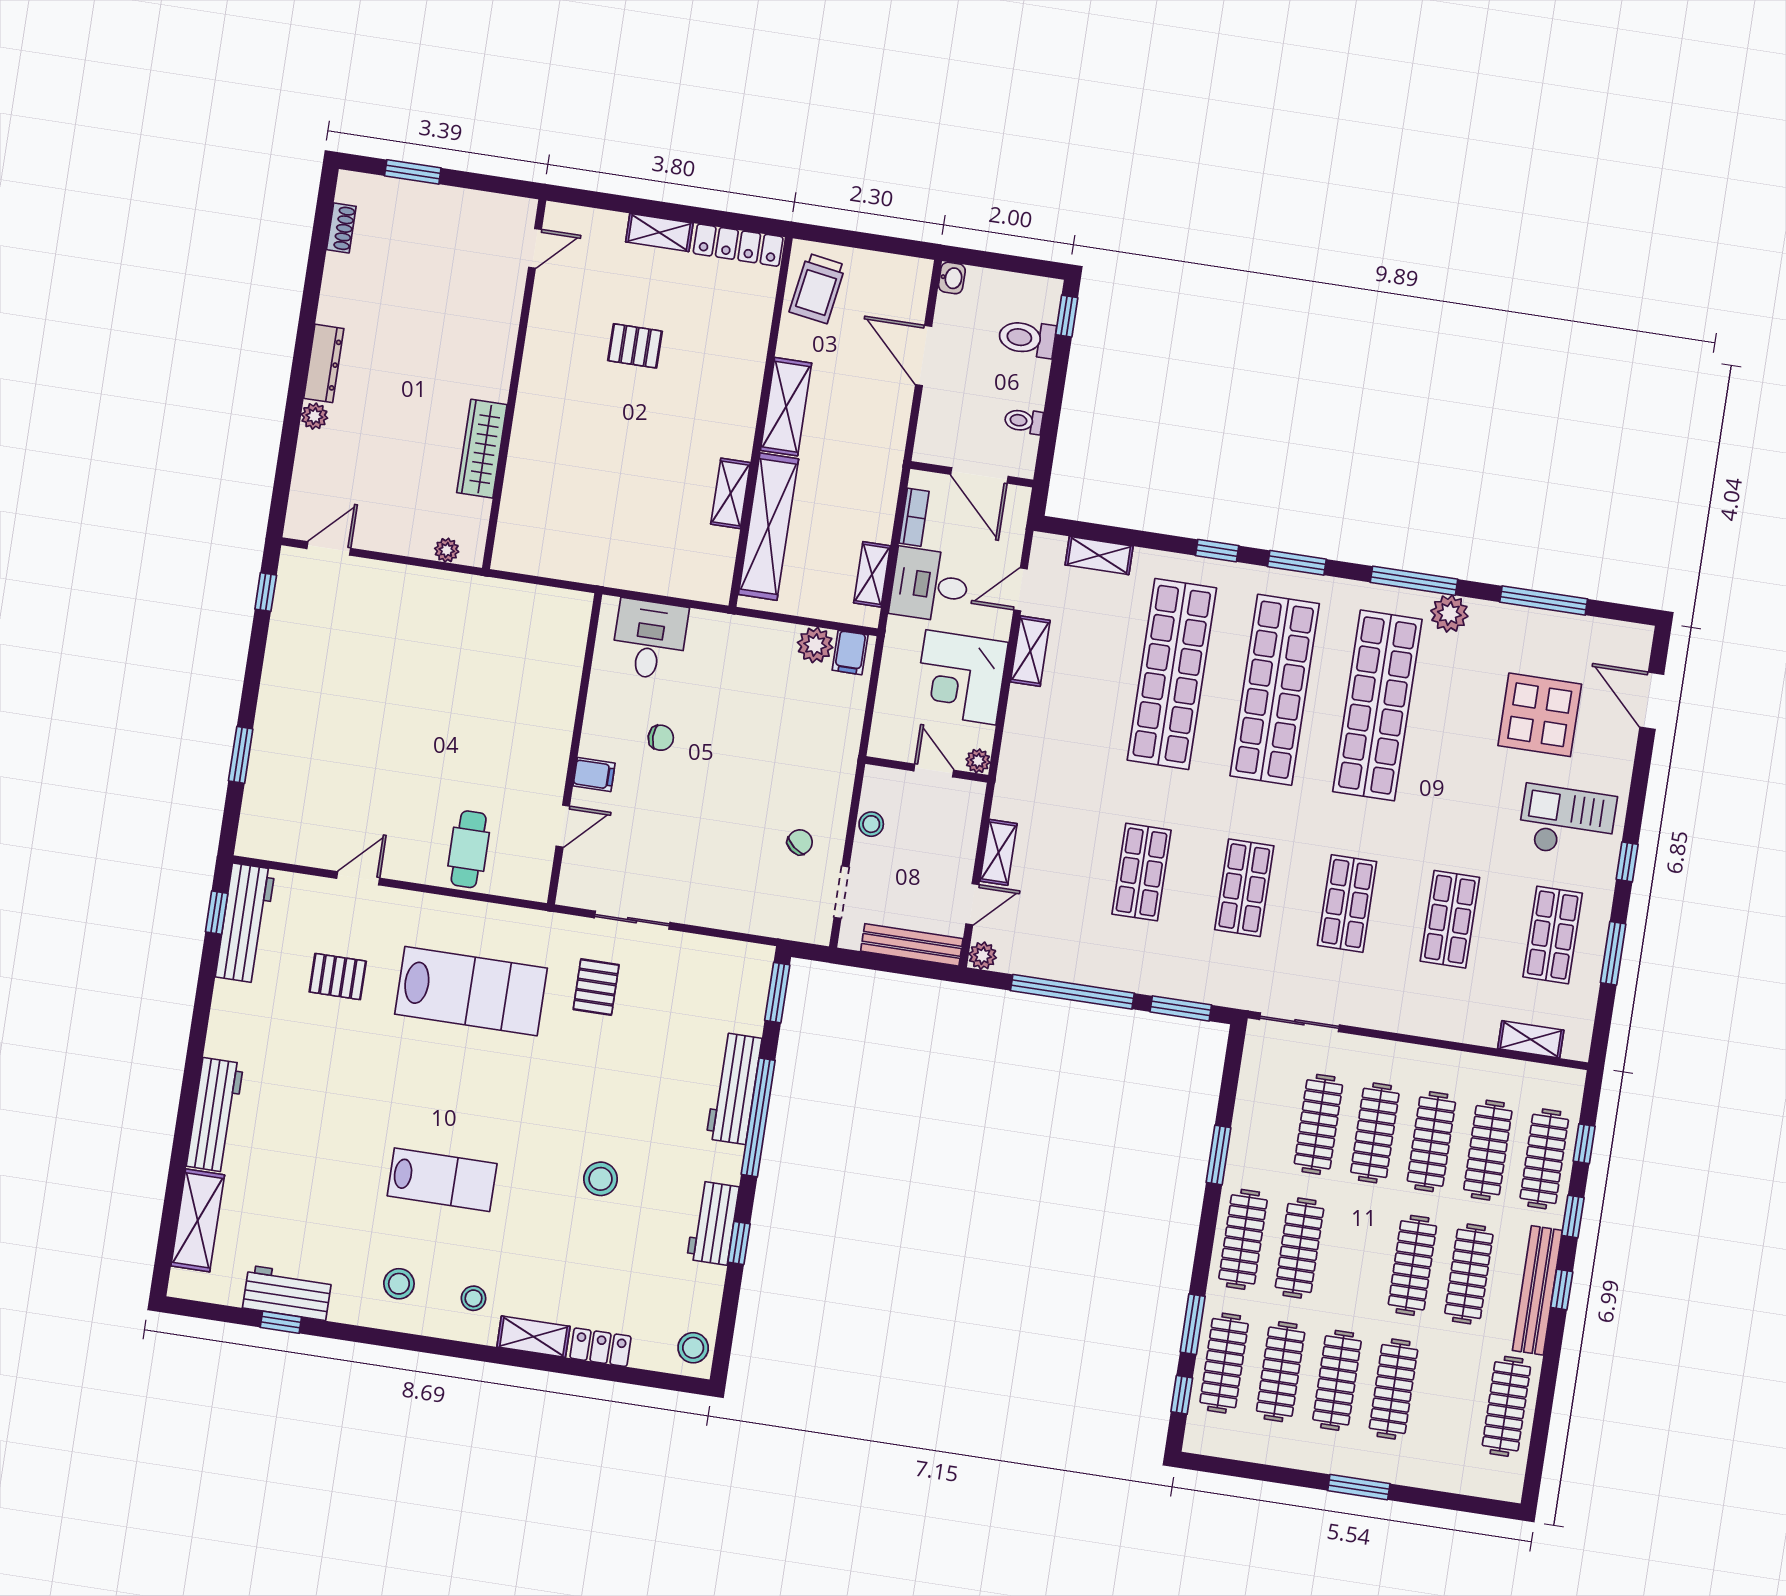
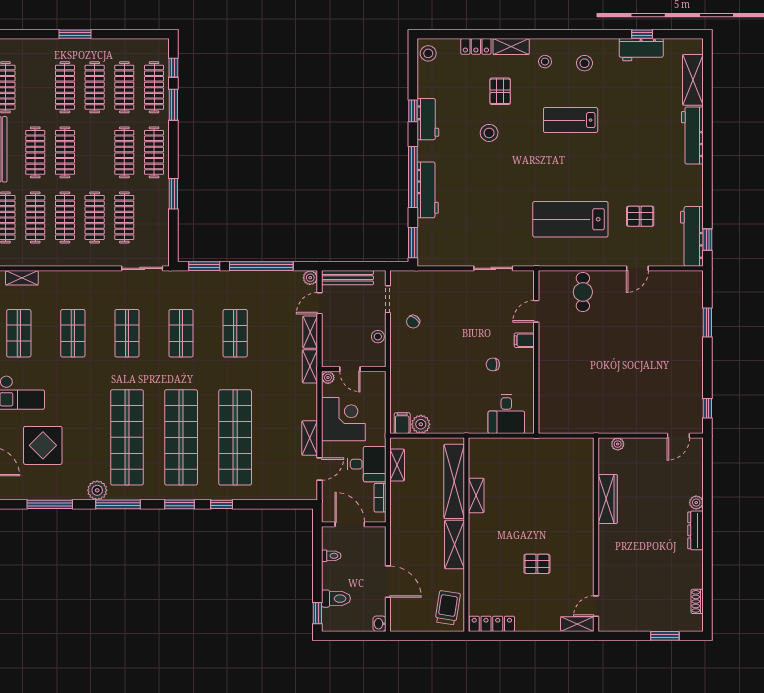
shelving: (659, 232) -> (577, 624), moved
shelving: (1099, 556) -> (310, 366), moved, turned 90
pallet: (596, 987) -> (500, 91), moved

